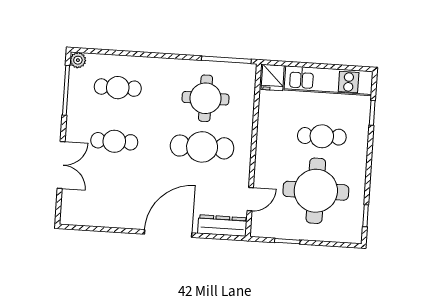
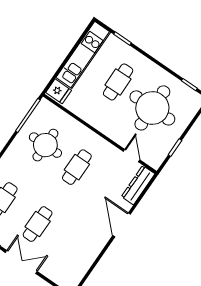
cafe table: (202, 147) -> (77, 167), width x0.73, depth x0.74
double door: (61, 165) -> (21, 262), moved
door: (168, 234) -> (122, 225), width x0.73

